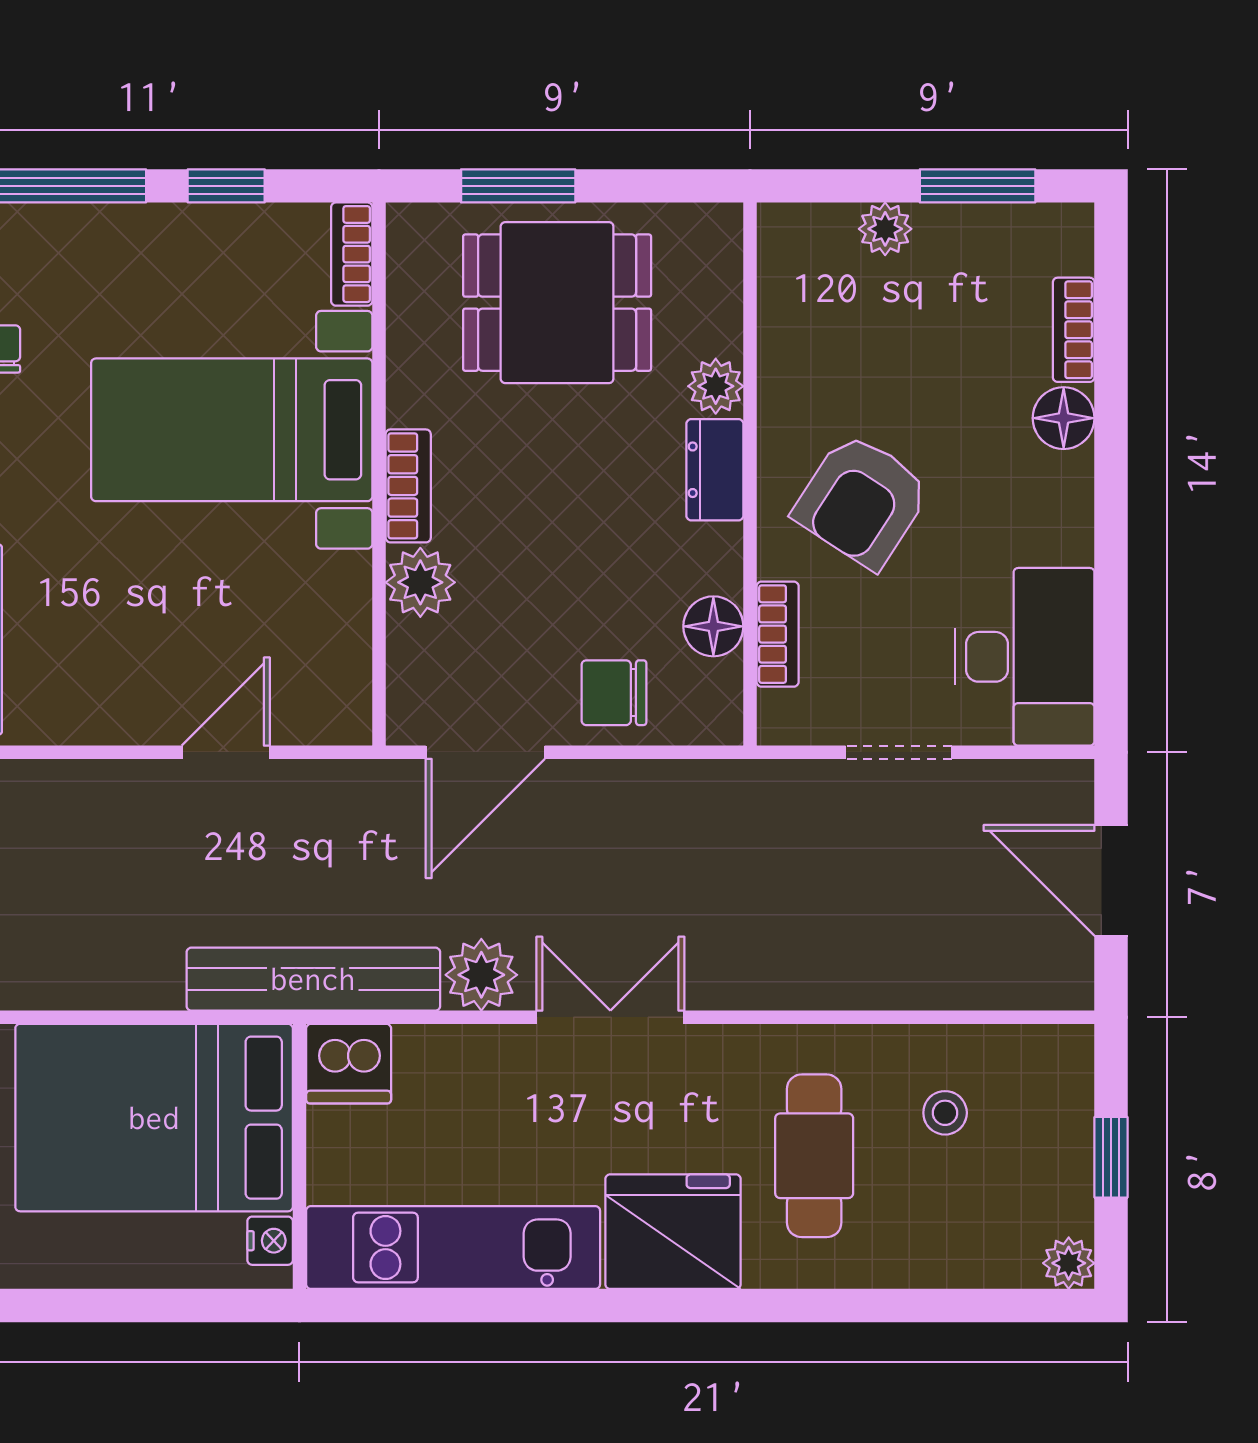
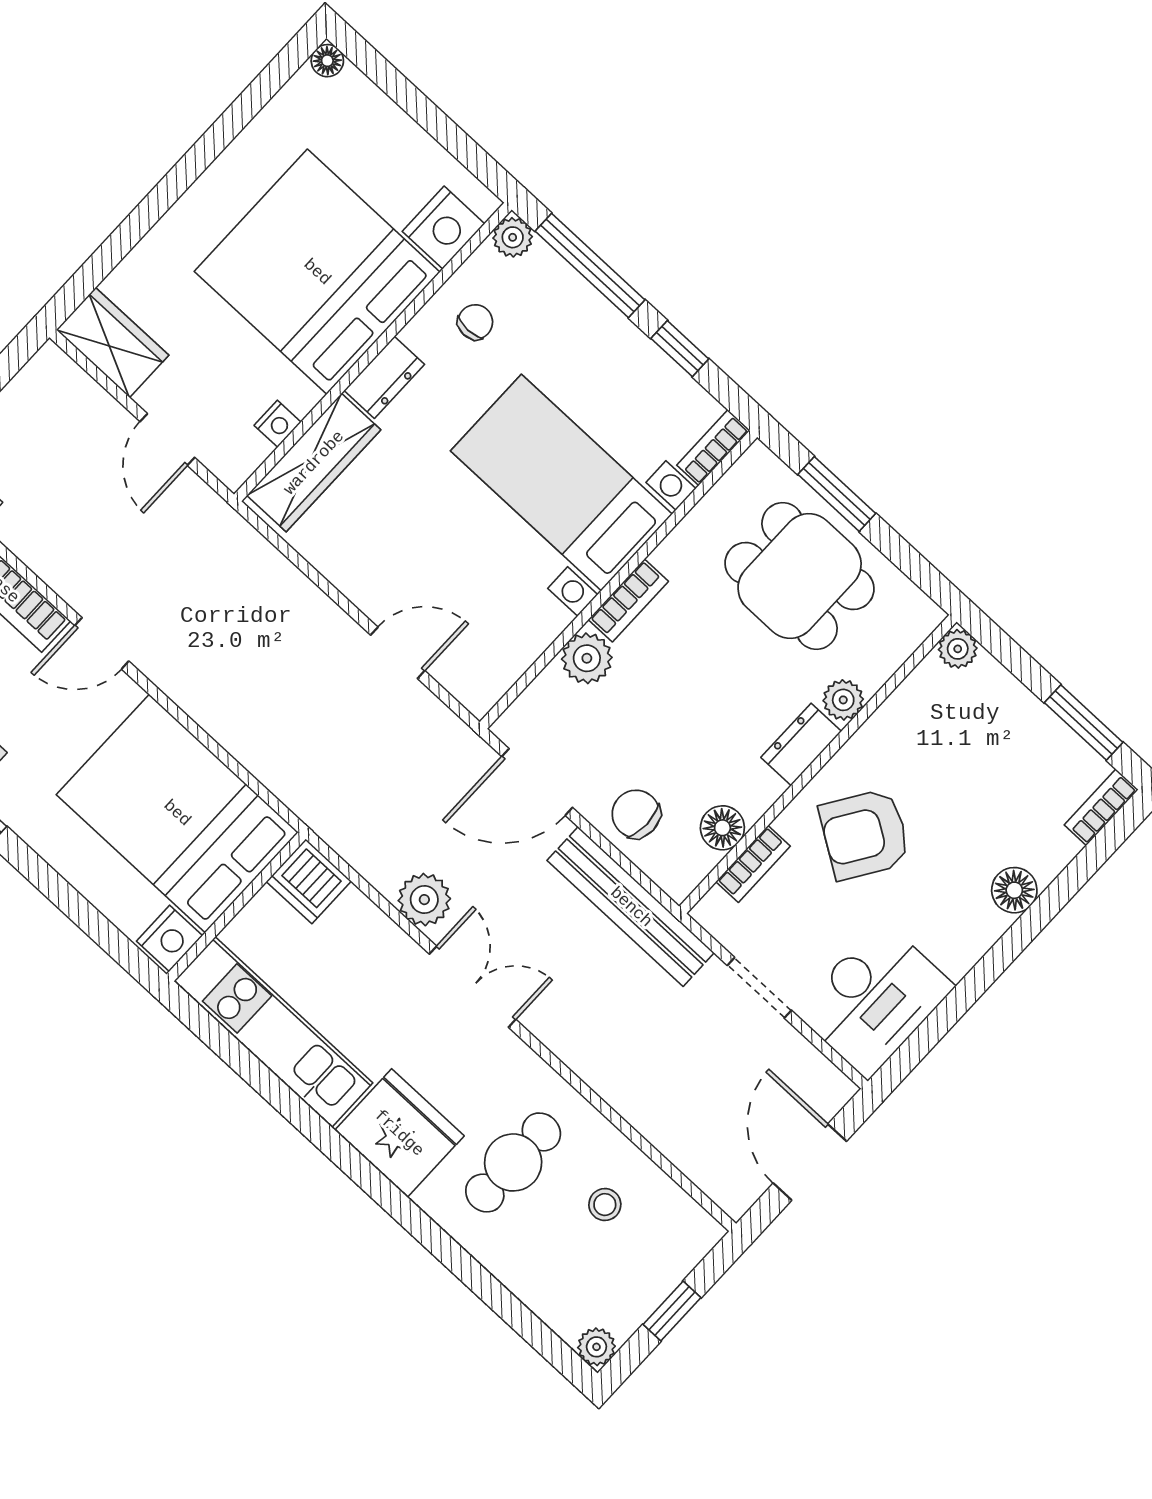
plant: (885, 229) -> (958, 649), moved
bookcase: (1074, 330) -> (1101, 807), moved
bench: (313, 979) -> (631, 907), moved
nightstand: (270, 1241) -> (169, 938), width x1.39, depth x1.35

